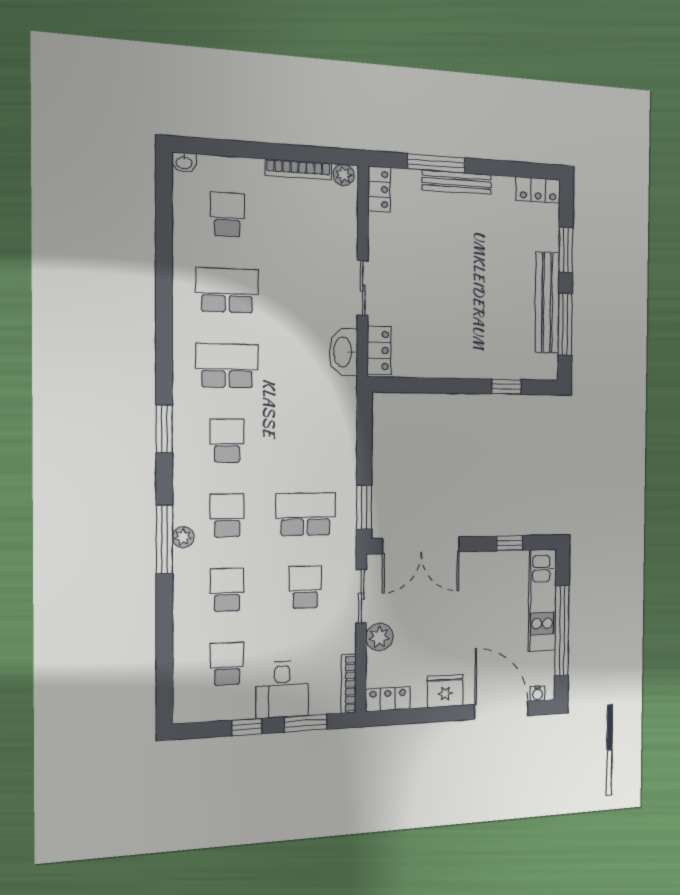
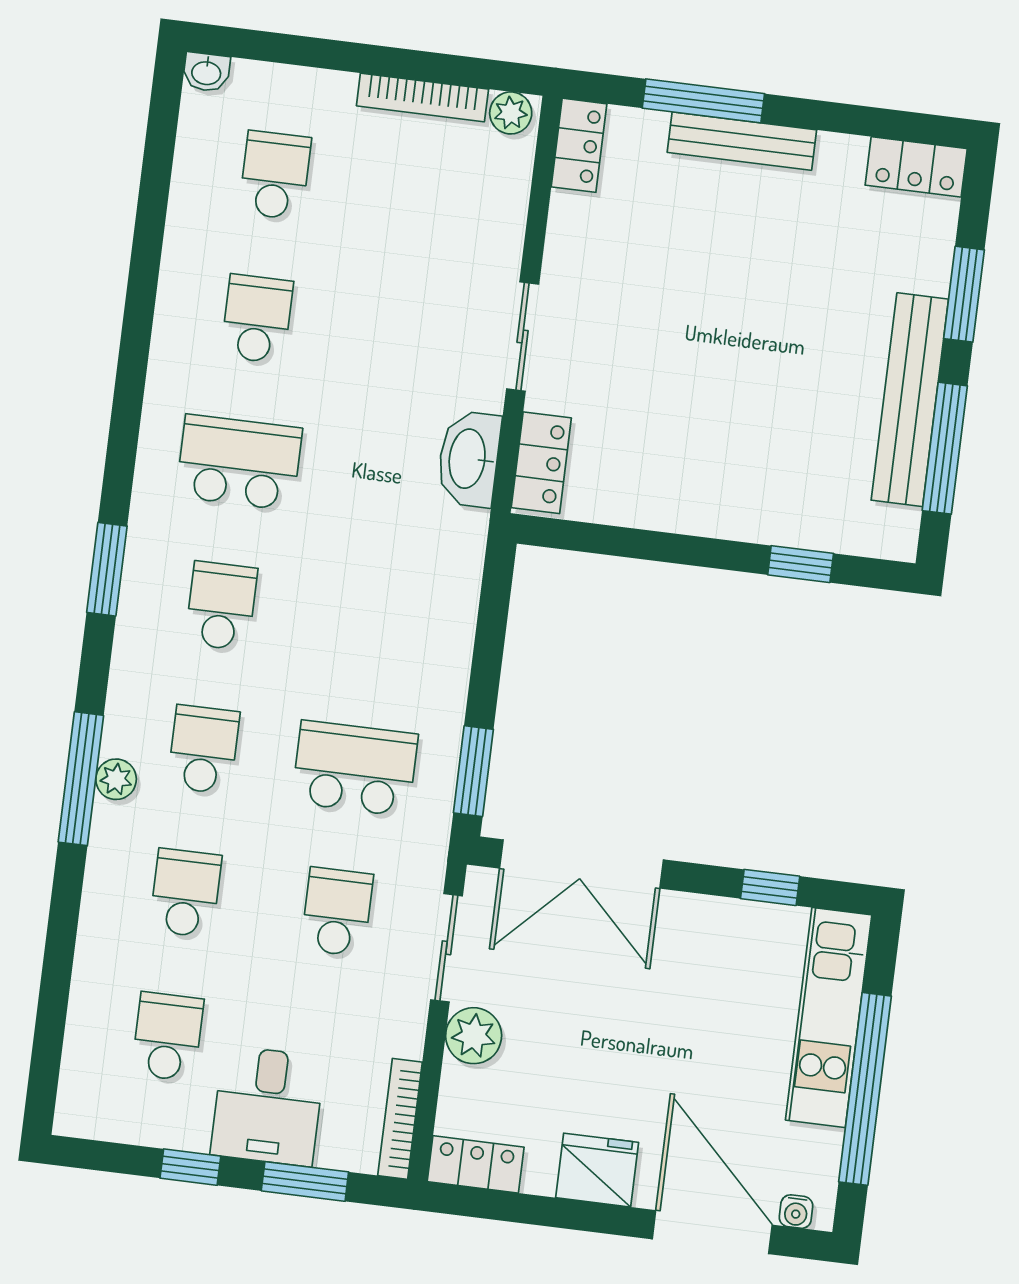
school desk: (227, 290) -> (257, 319), width x0.54

